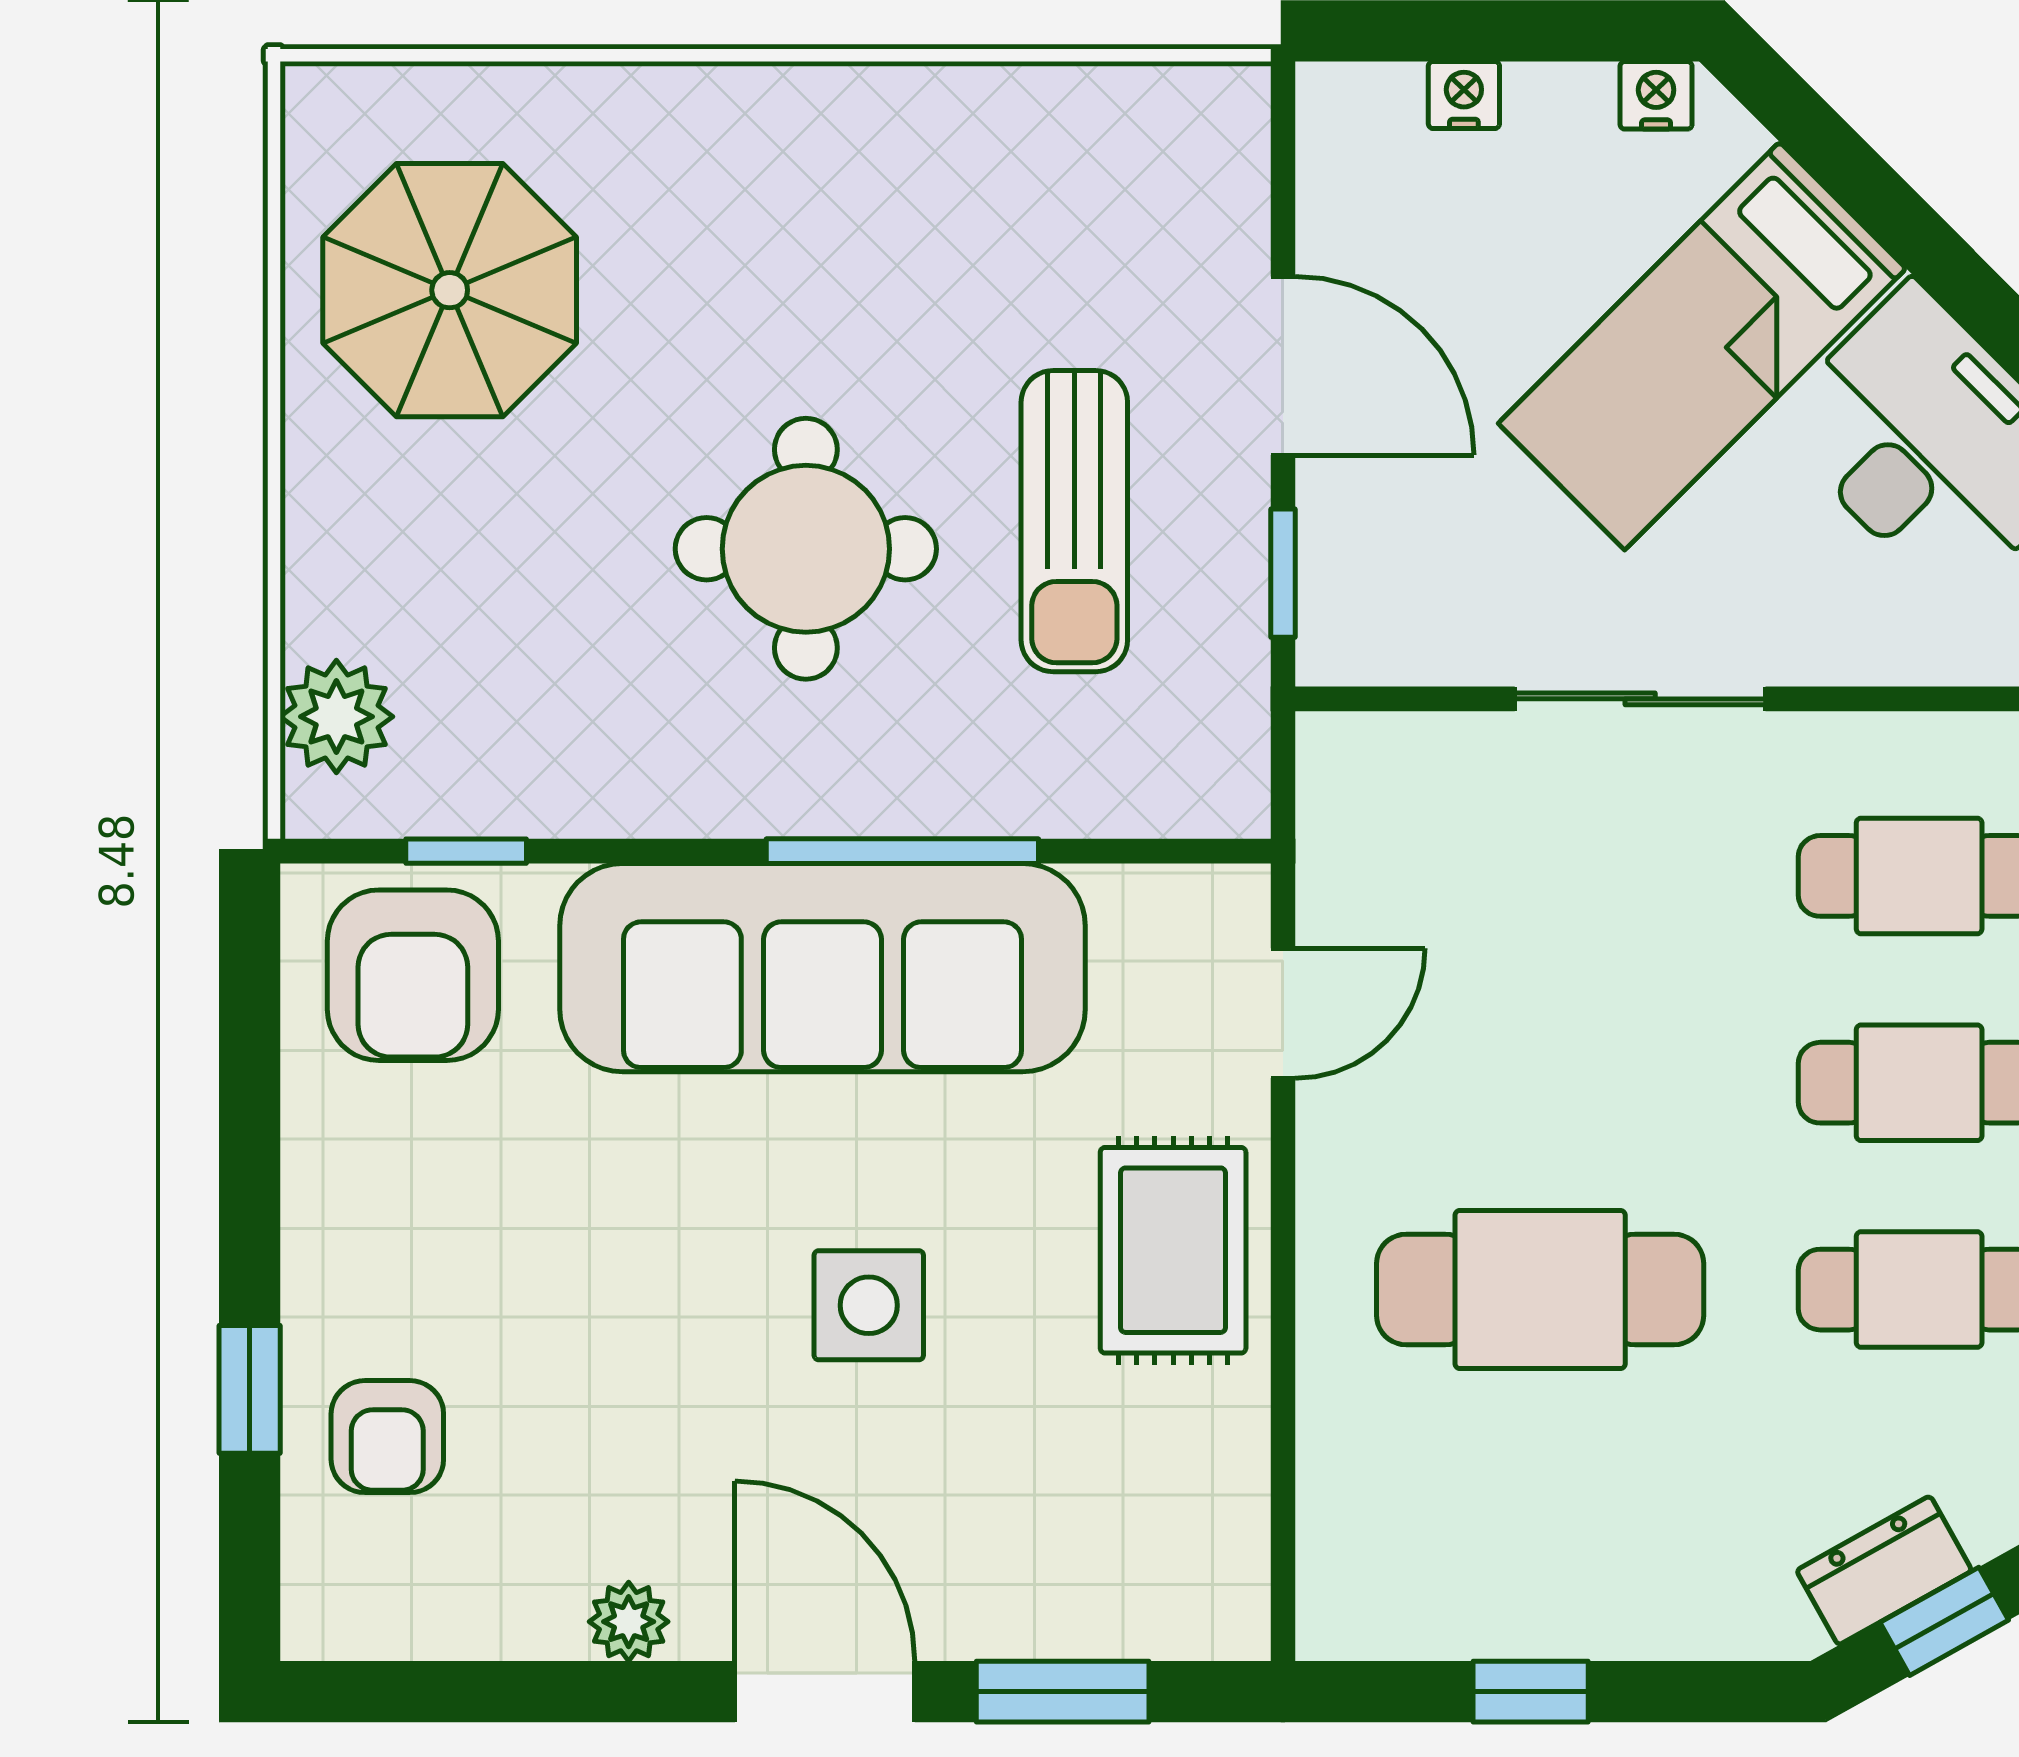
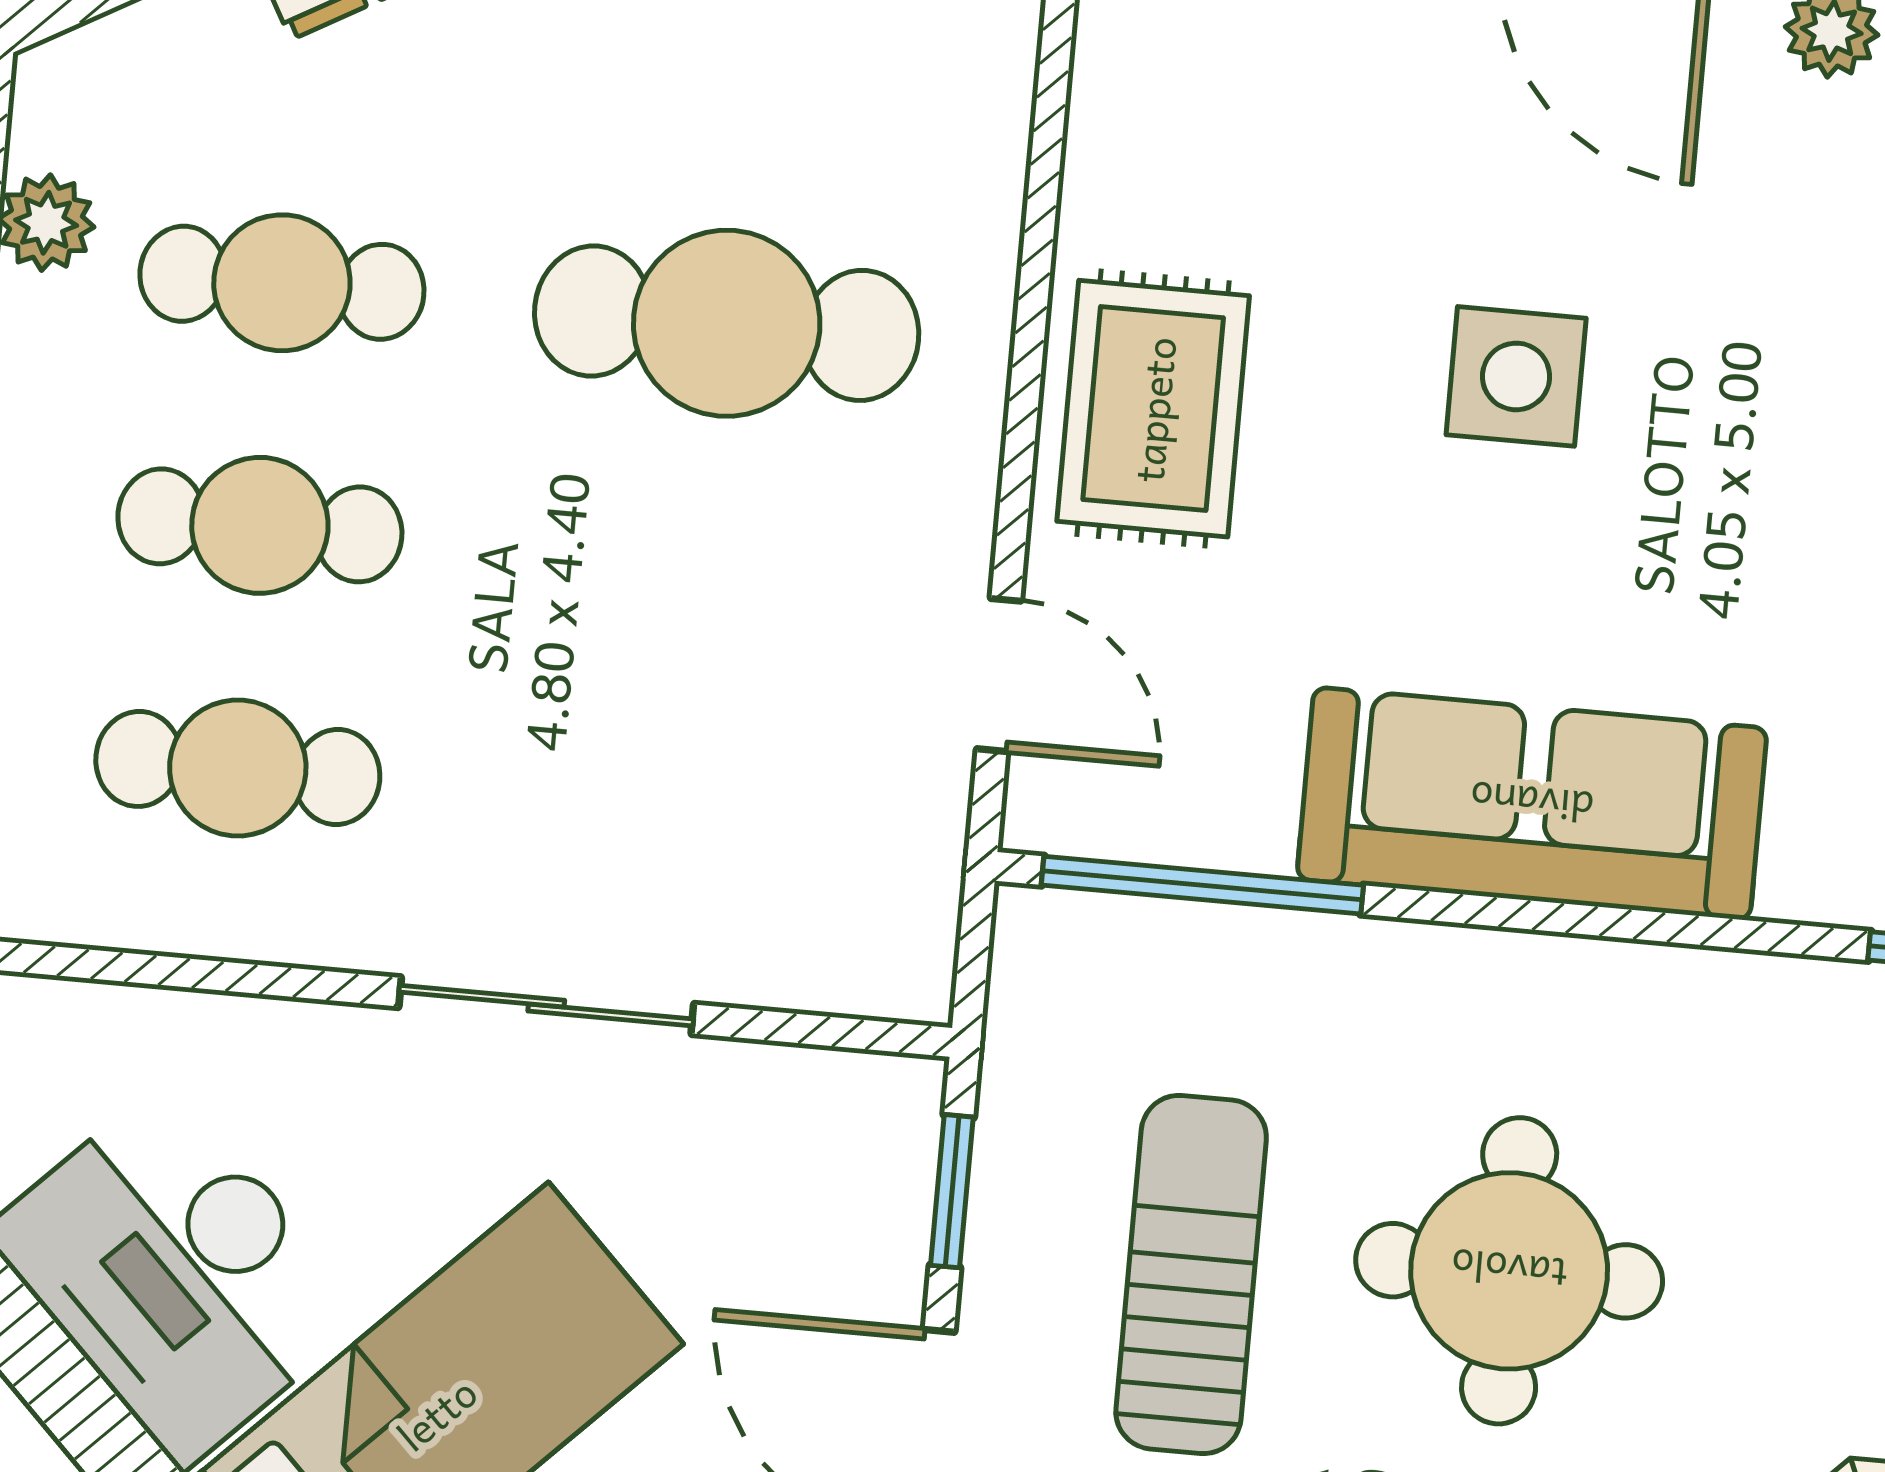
window: (902, 851) -> (1202, 885), moved
sofa: (822, 968) -> (1532, 804), width x0.74, depth x0.79
door: (1283, 1013) -> (999, 675), swing flipped

